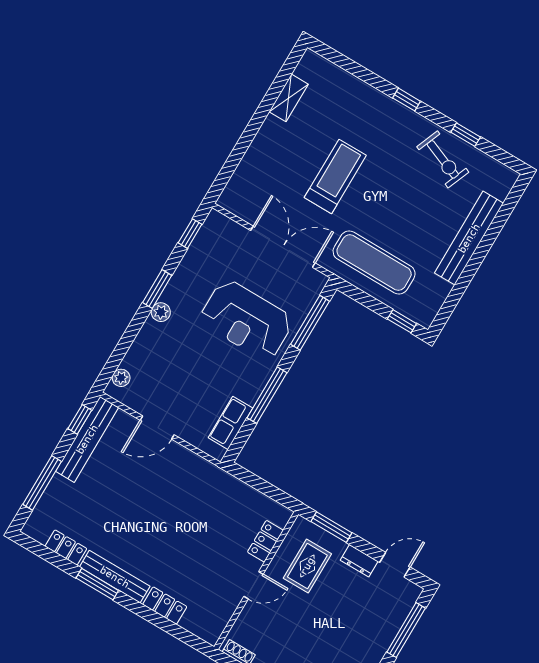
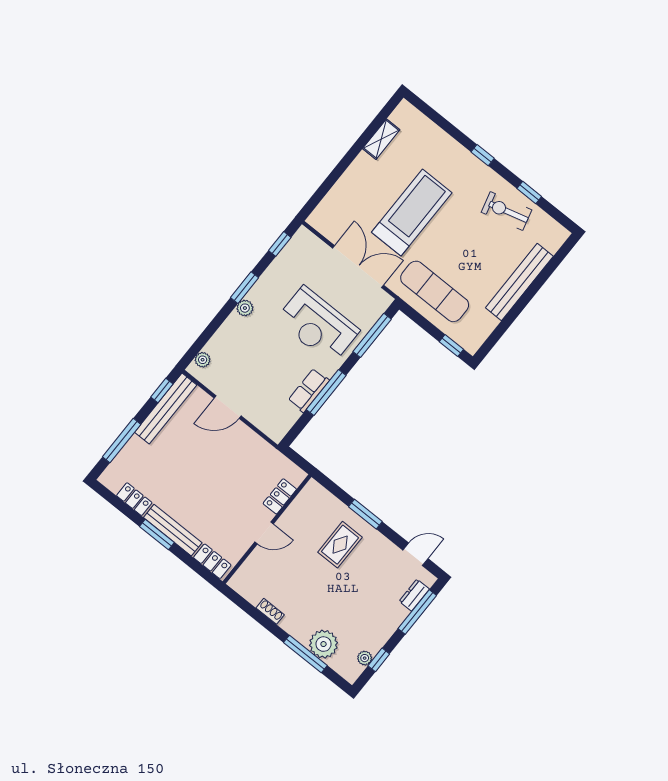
exercise bike: (443, 159) -> (506, 211), turned 143
treadmill: (335, 176) -> (412, 213), width x1.37, depth x1.38
row of seats: (230, 423) -> (309, 390), moved
locker: (265, 541) -> (280, 496), moved
dresser: (359, 561) -> (414, 595), moved, turned 90
wall: (256, 581) -> (267, 529), moved
door: (253, 585) -> (264, 533), moved

